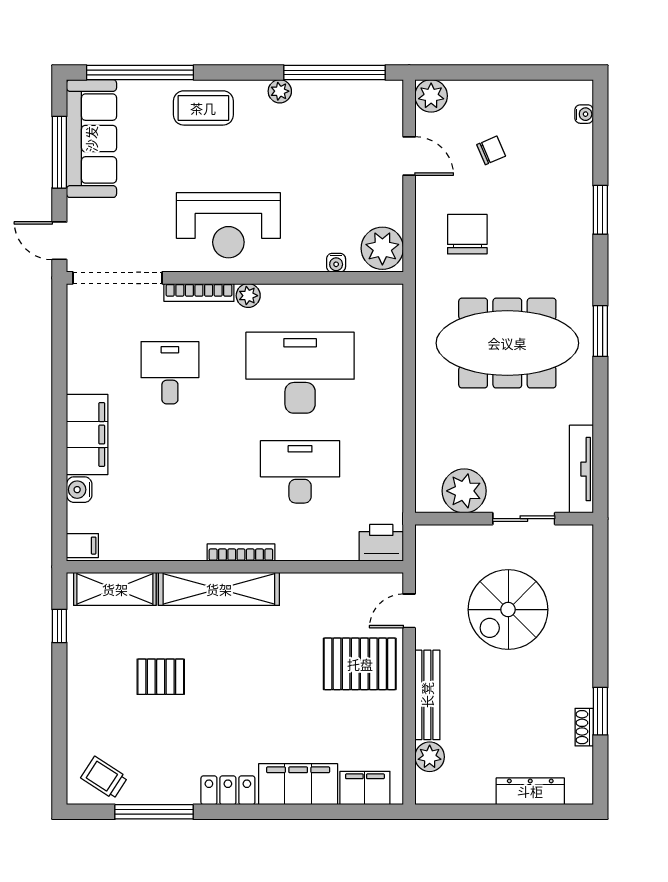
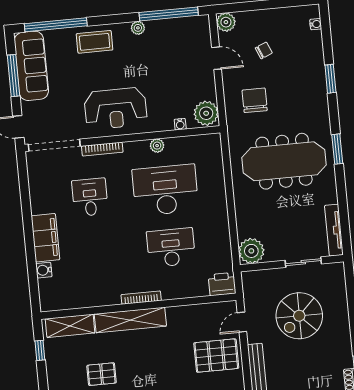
plant: (248, 296) -> (157, 146), moved
plant: (464, 491) -> (251, 251), moved
filing cabinet: (82, 546) -> (49, 302), removed

